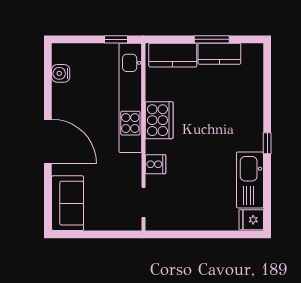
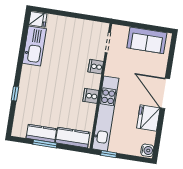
water cooler: (61, 73) -> (147, 150), moved
fridge: (67, 101) -> (148, 118), added
cooker: (159, 120) -> (91, 96), width x0.53, depth x0.76
window: (267, 143) -> (15, 94), moved
sofa: (68, 203) -> (147, 40), moved, turned -90

